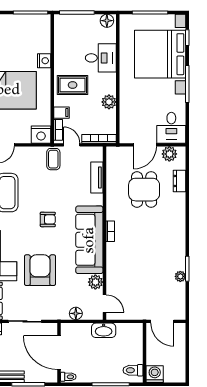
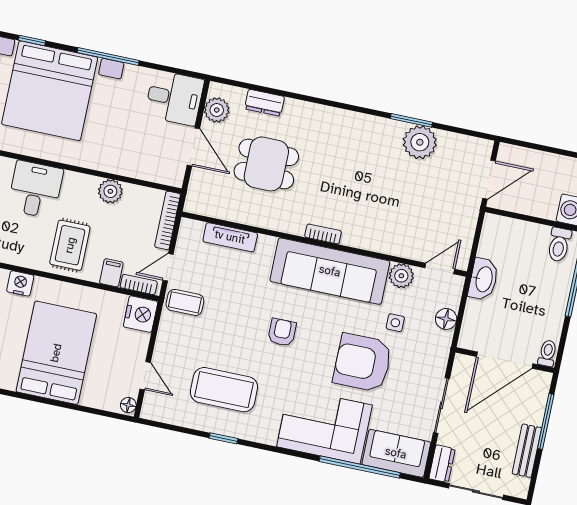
plant: (180, 276) -> (420, 142), width x1.88, depth x1.88
side table: (67, 284) -> (395, 323), added

